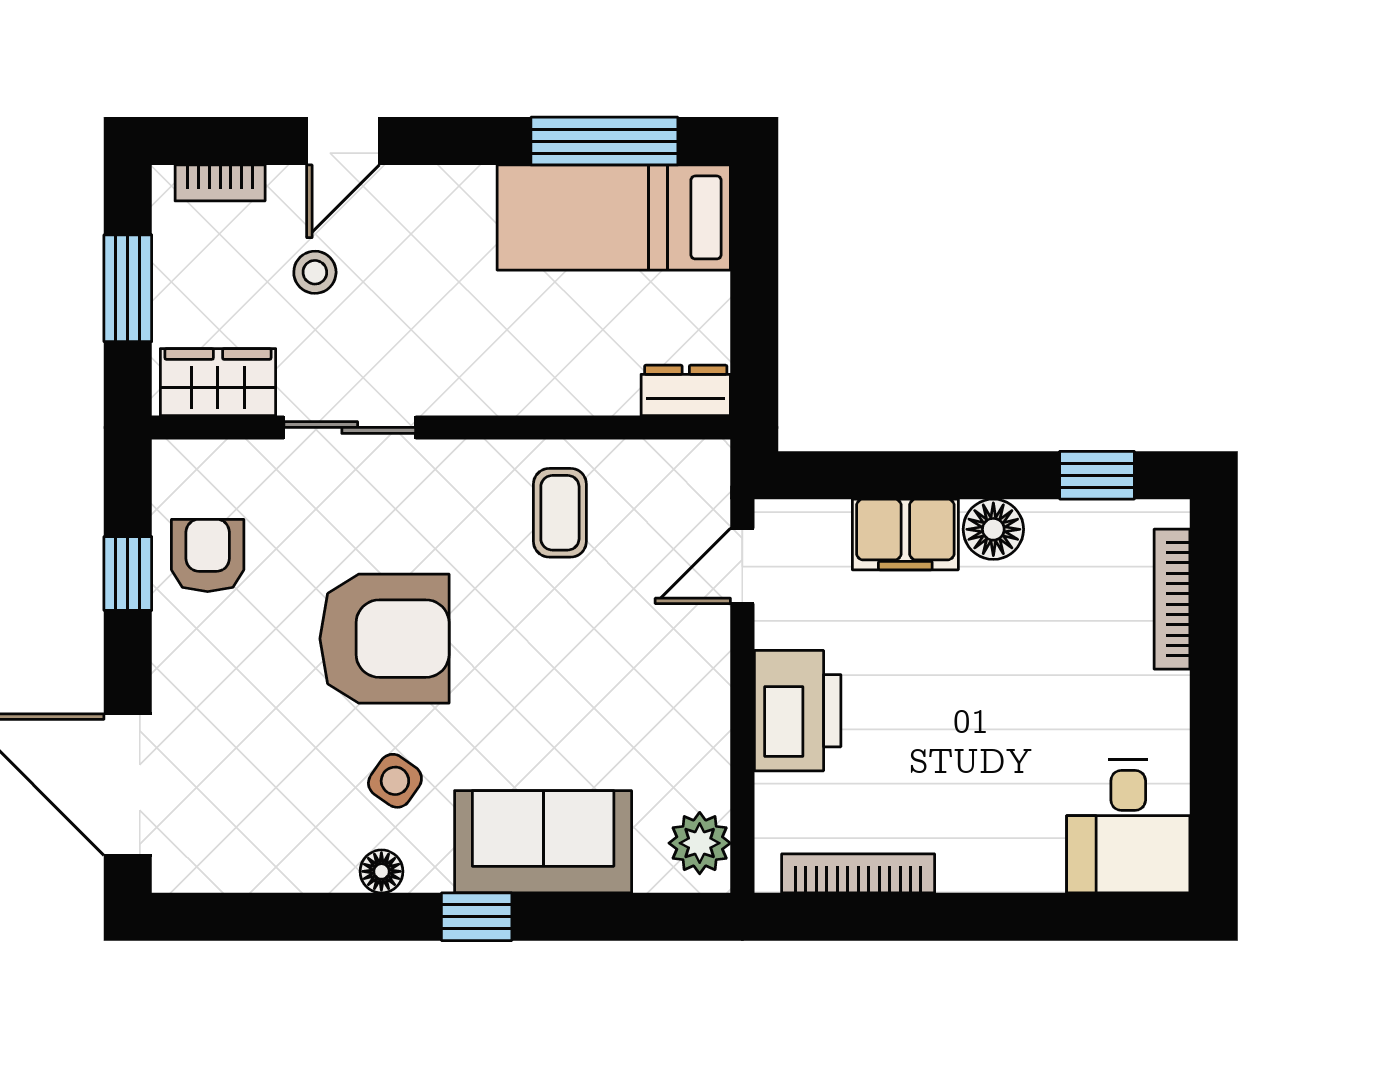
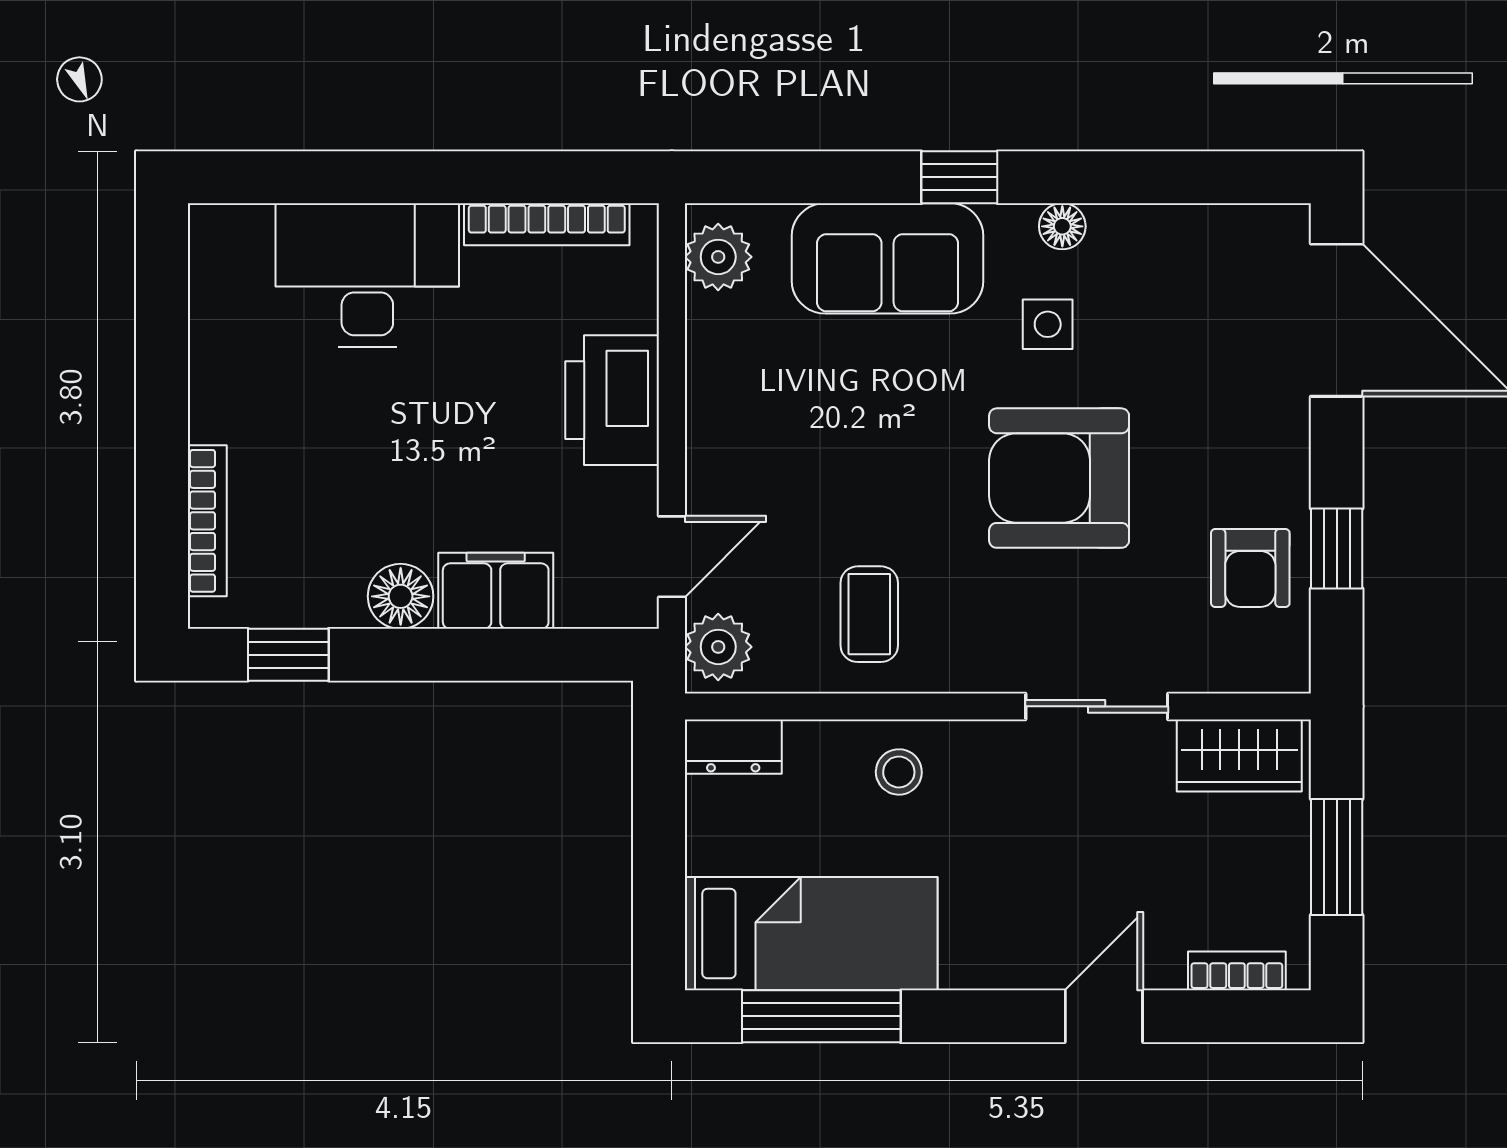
stool: (315, 272) -> (899, 772), moved
plant: (700, 482) -> (718, 647), added
side table: (395, 781) -> (1048, 324), turned -35
desk: (1128, 826) -> (367, 275), moved, width x1.37

